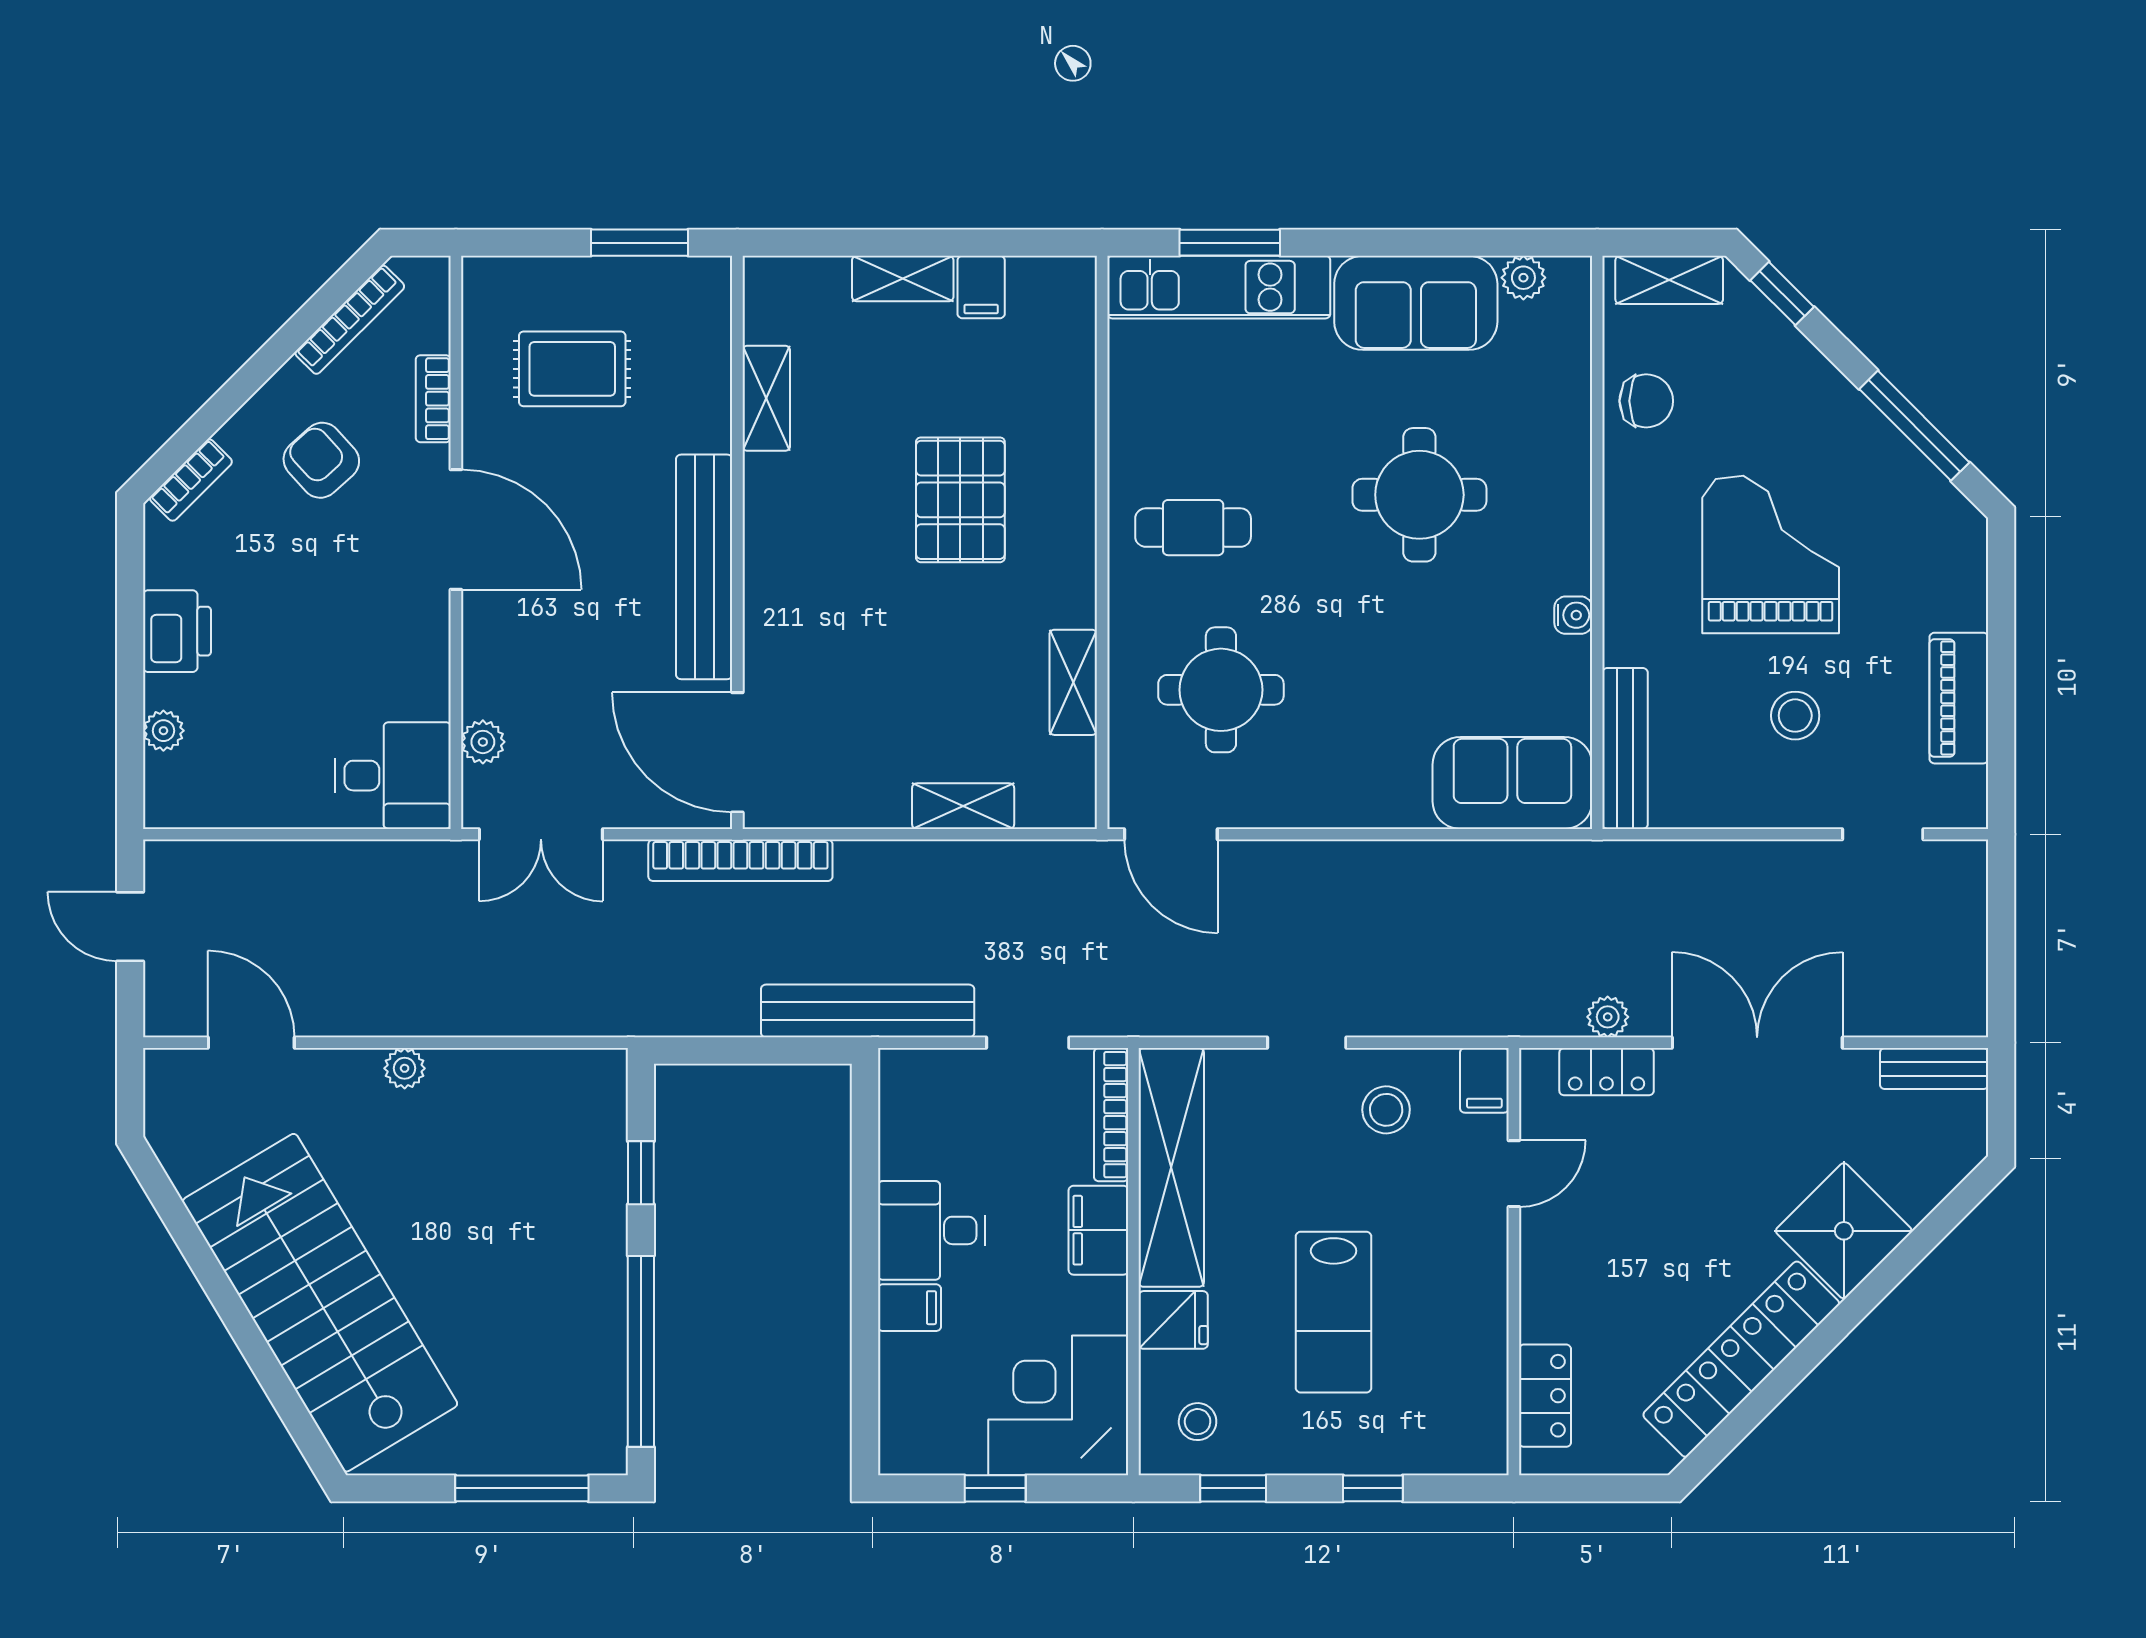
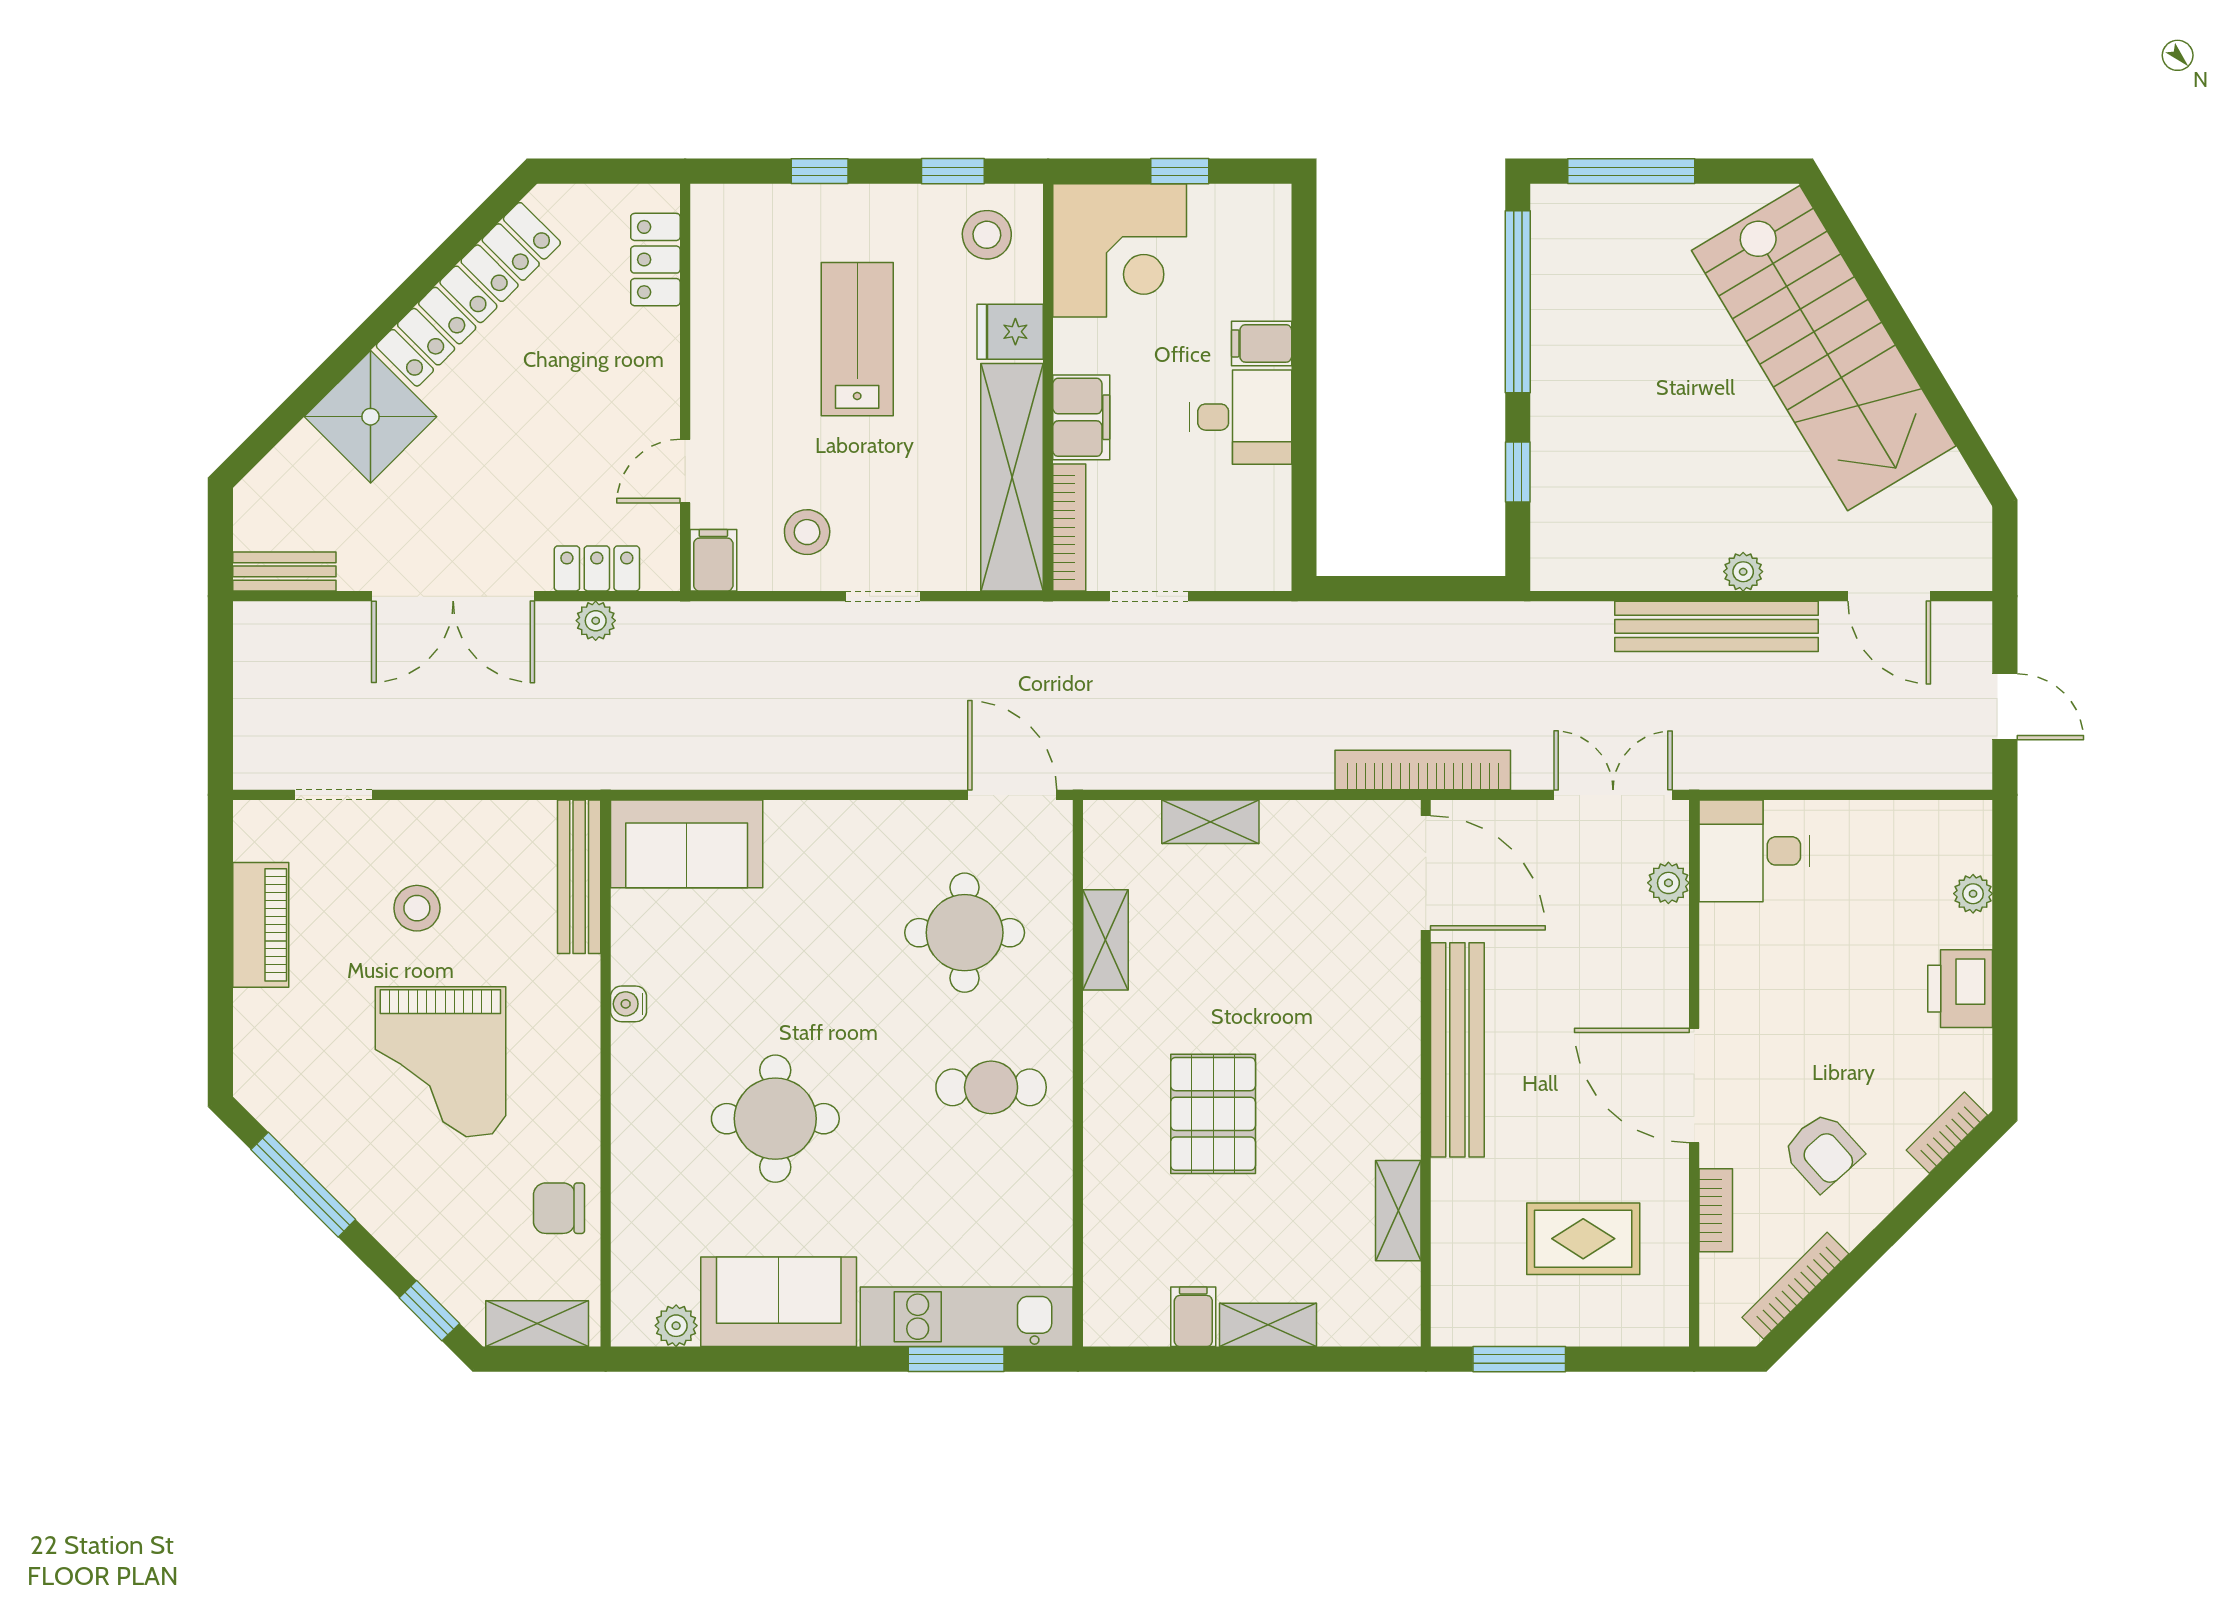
bench: (868, 1011) -> (1716, 626), moved
stool: (1198, 1422) -> (987, 235), width x1.37, depth x1.37

